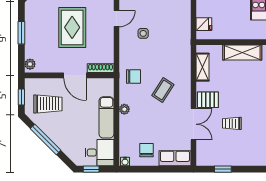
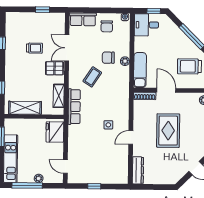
fridge: (204, 24) -> (55, 132), width x1.88, depth x1.34
row of seats: (184, 55) -> (74, 107), added
chair: (133, 76) -> (108, 58), moved
exam couch: (106, 117) -> (140, 70), moved

